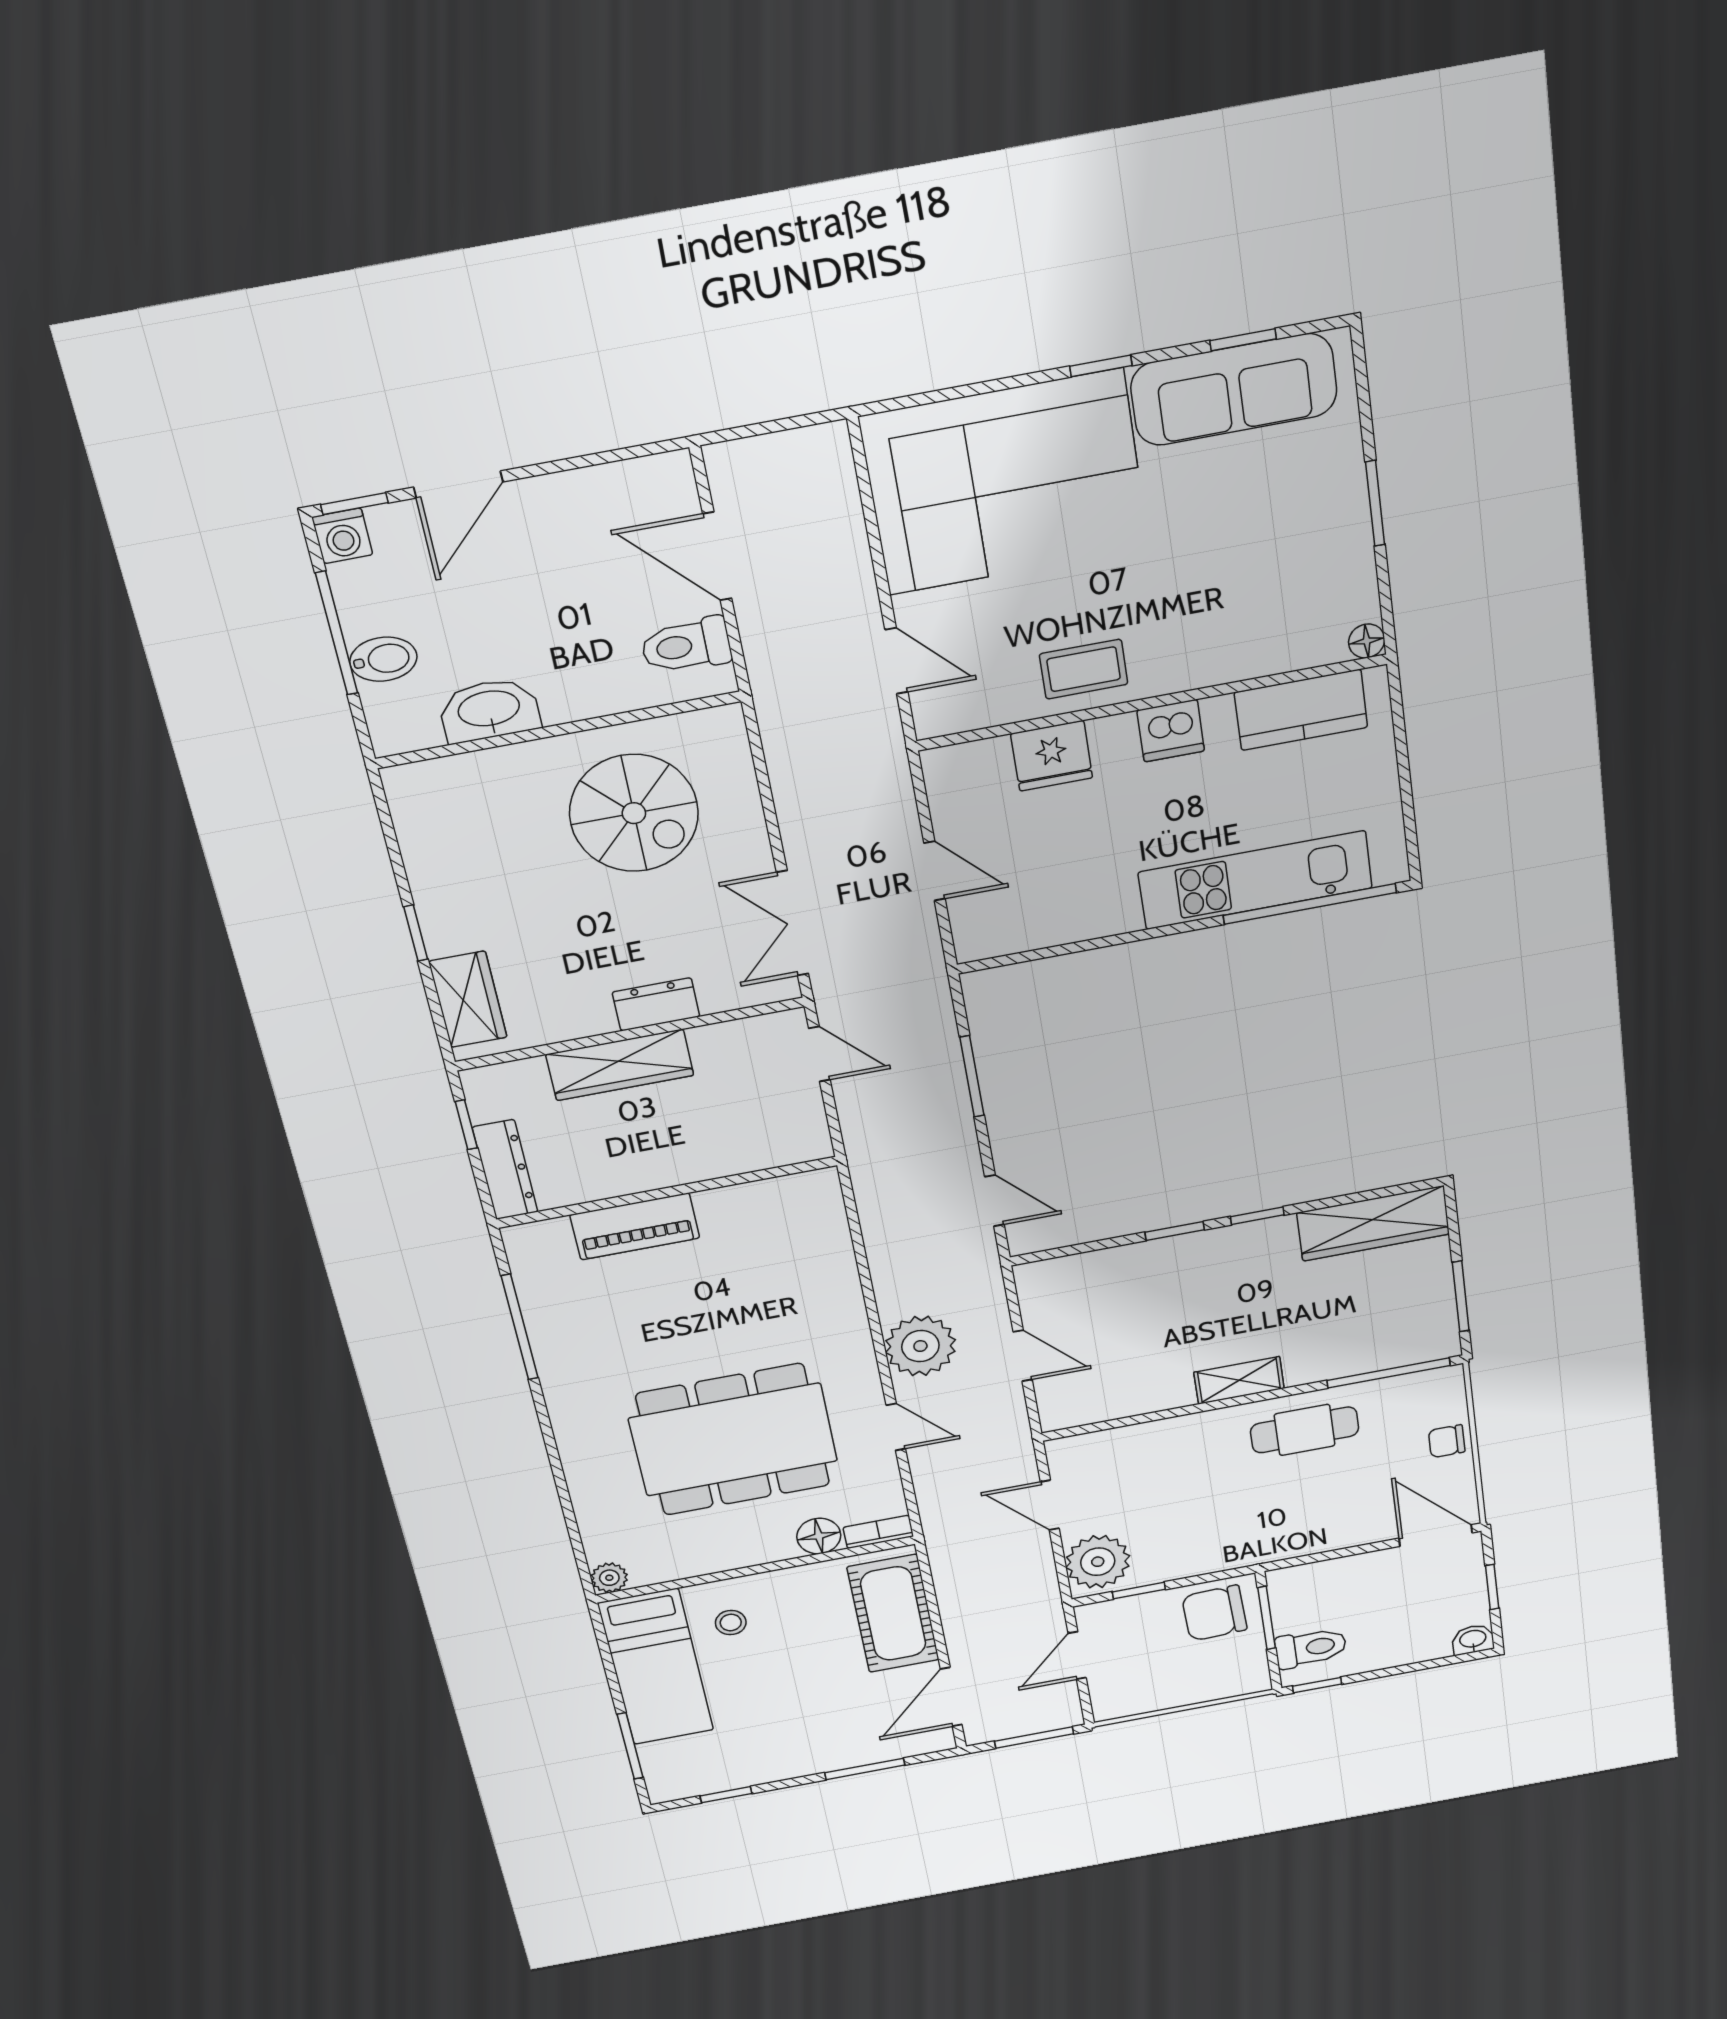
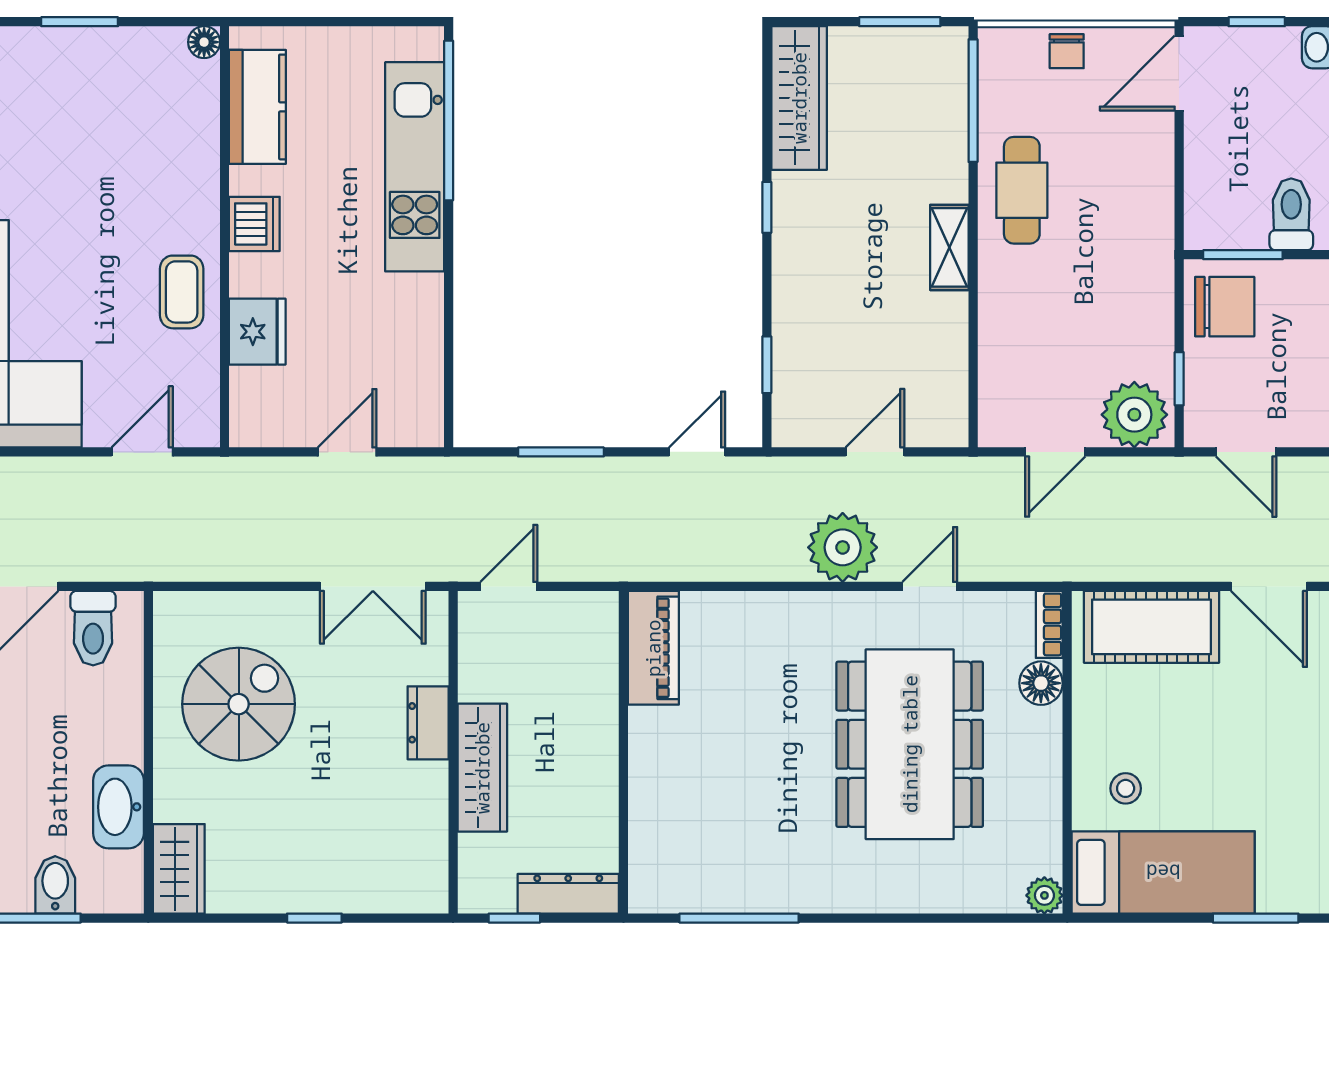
wardrobe: (468, 999) -> (179, 869), moved, turned 90
piano: (635, 1226) -> (653, 648), moved
window: (1175, 1231) -> (767, 365), moved
chair: (1214, 1613) -> (1225, 307), turned -88

